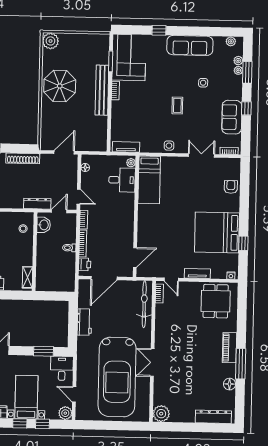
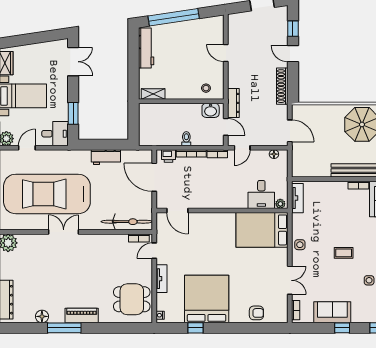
bed: (149, 180) -> (262, 230), width x1.50

